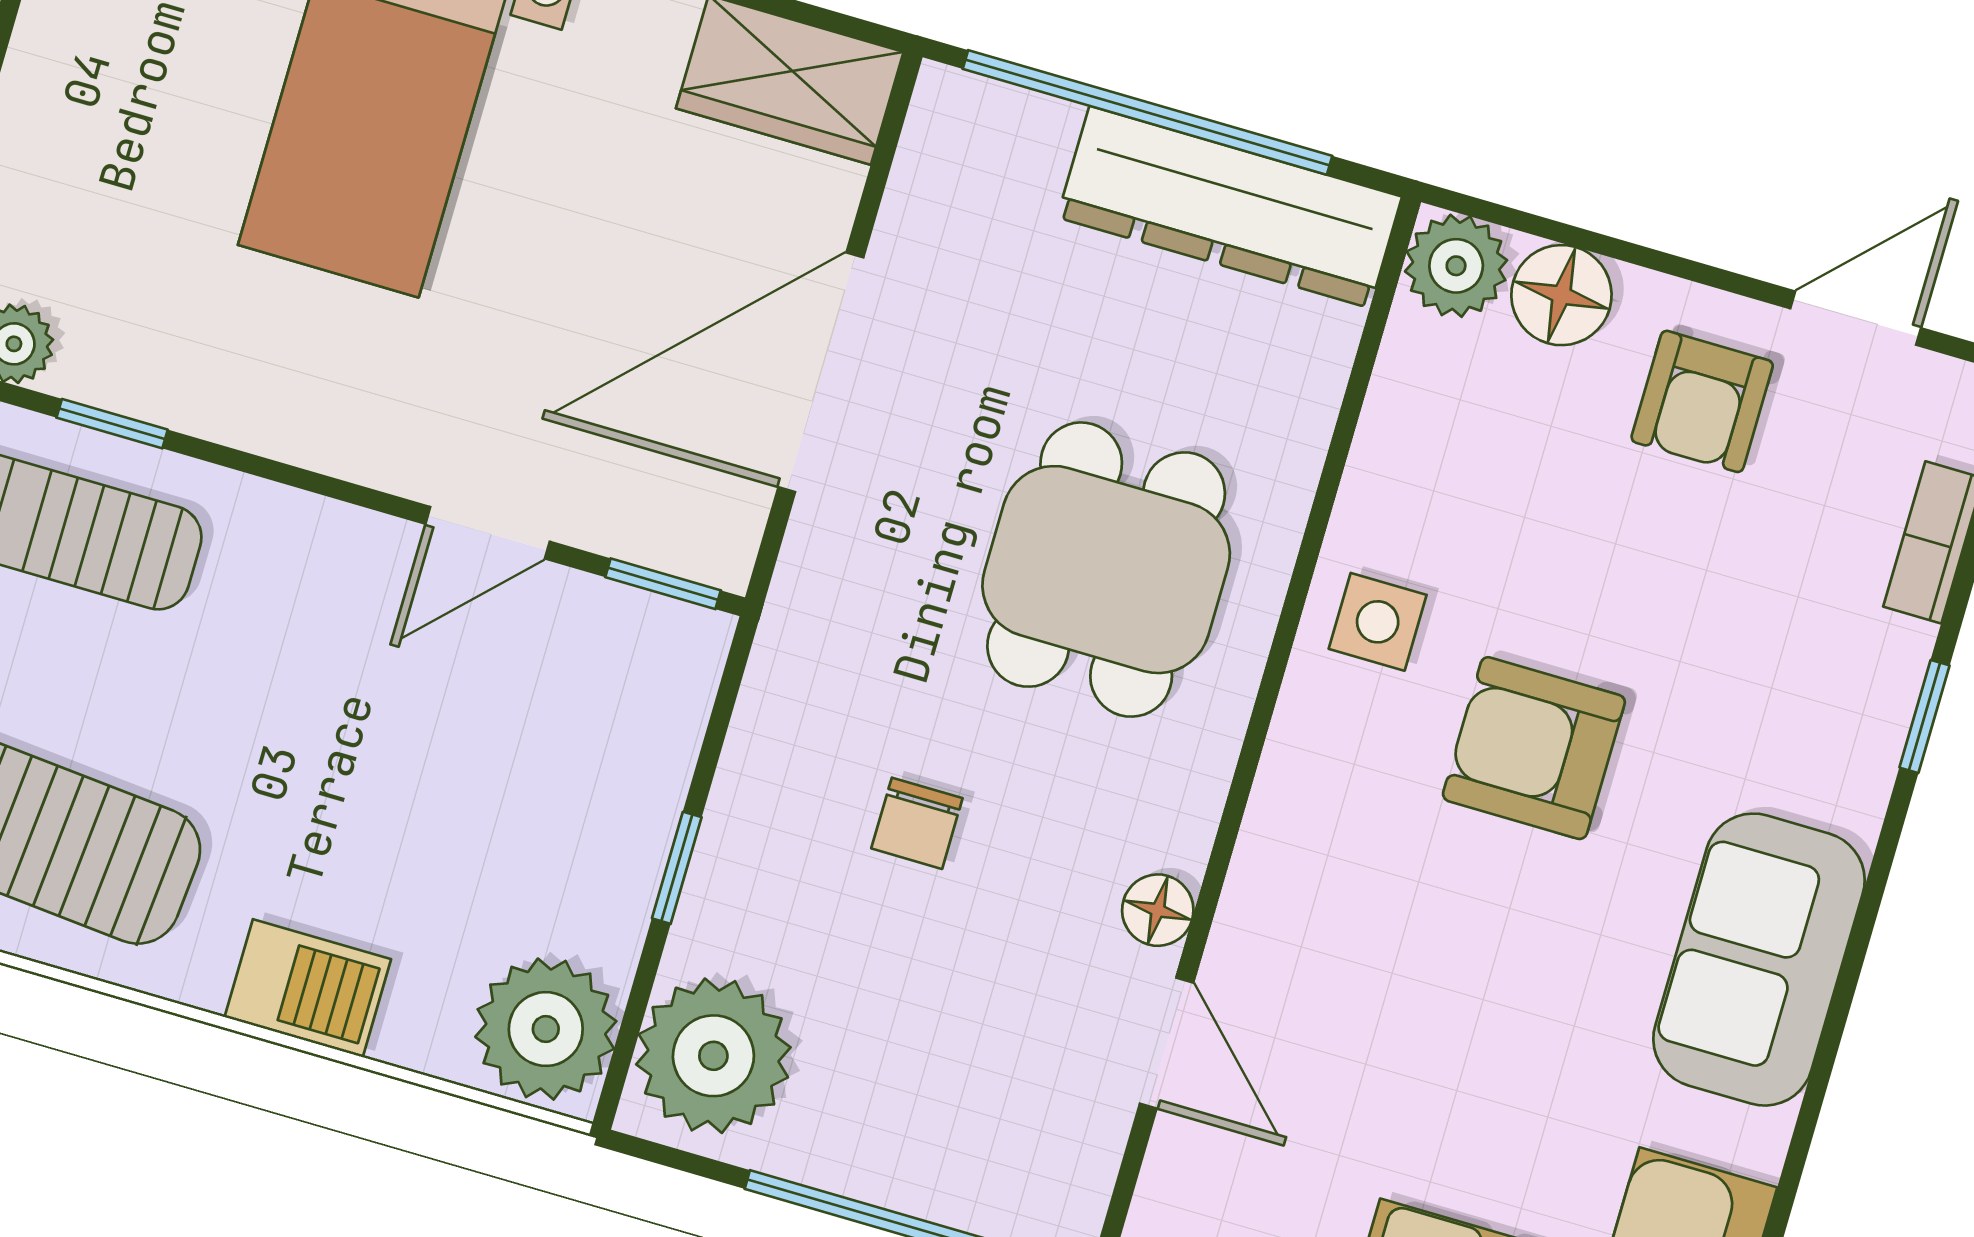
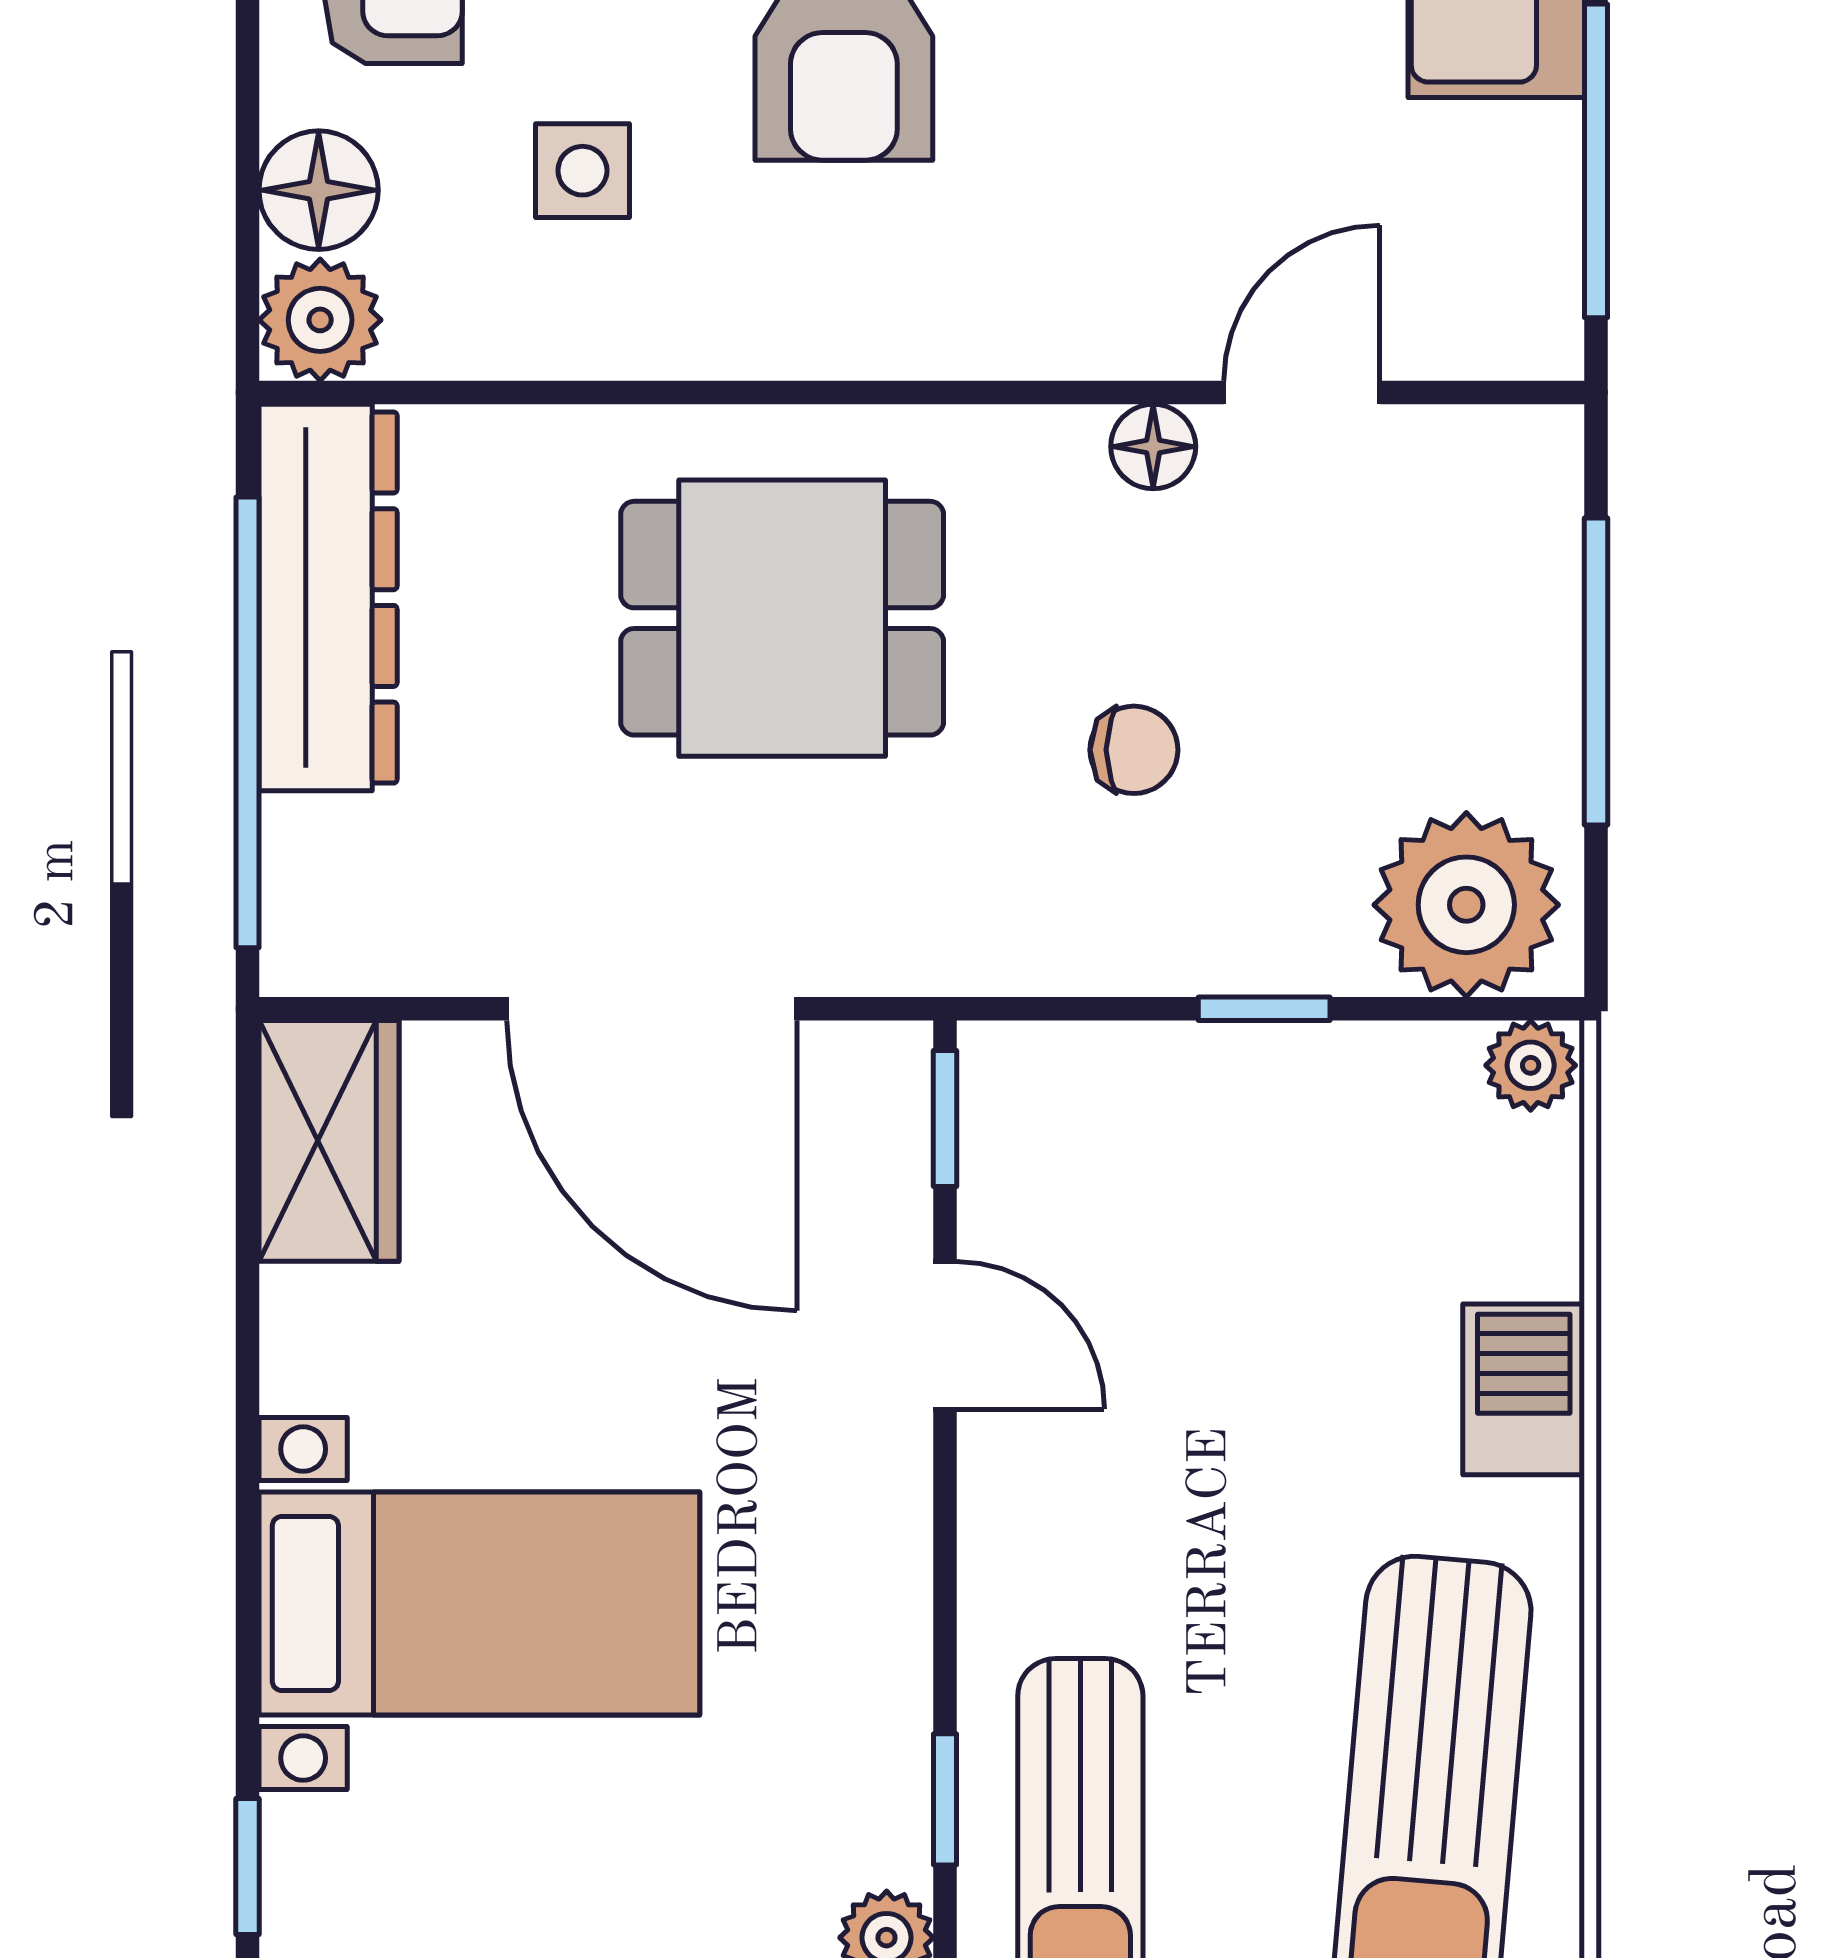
side table: (1378, 622) -> (582, 171), moved
plant: (546, 1029) -> (1531, 1065), width x0.53, depth x0.53

